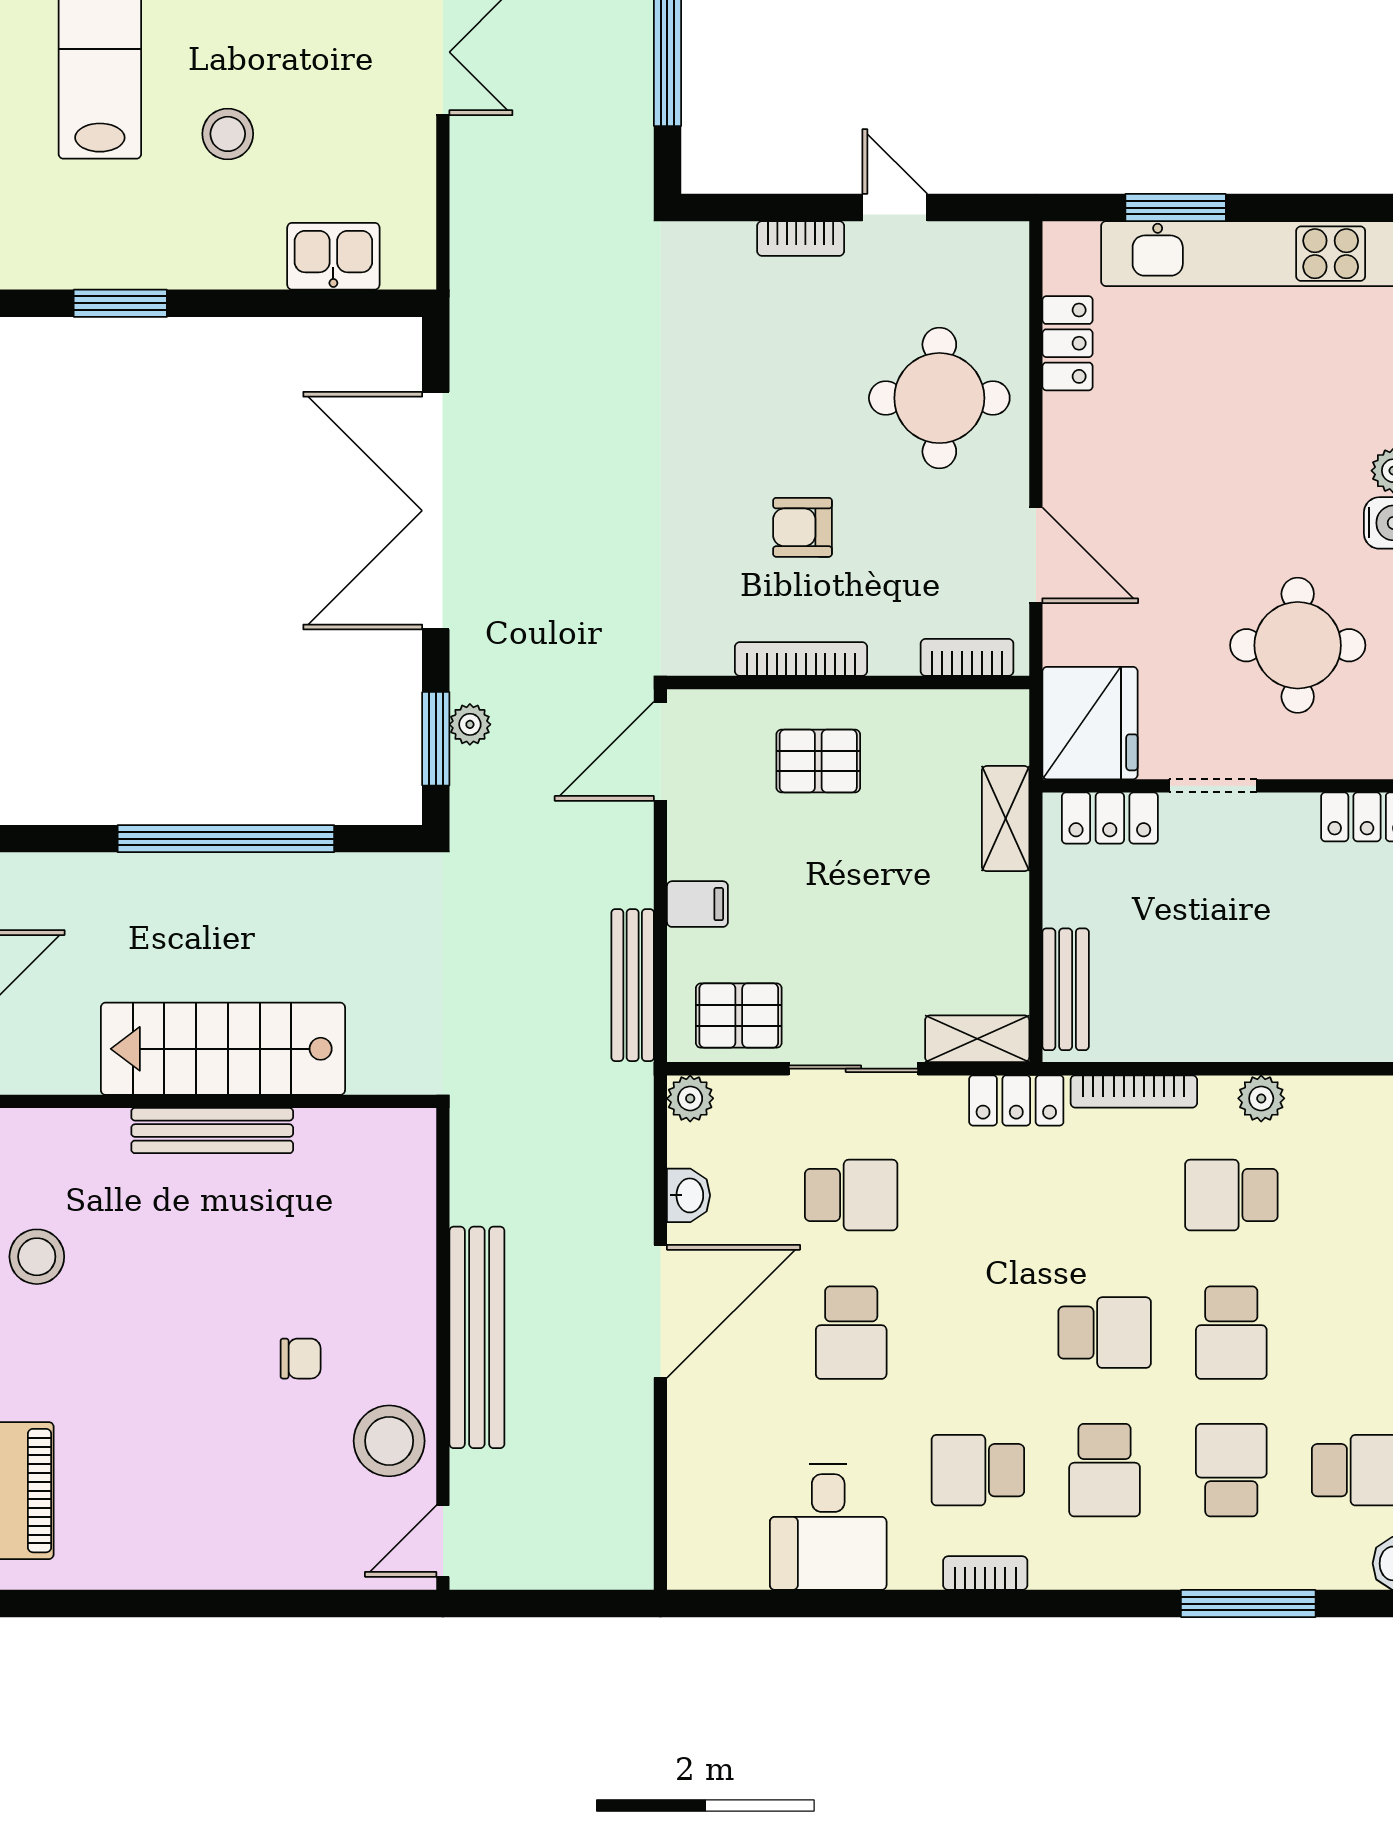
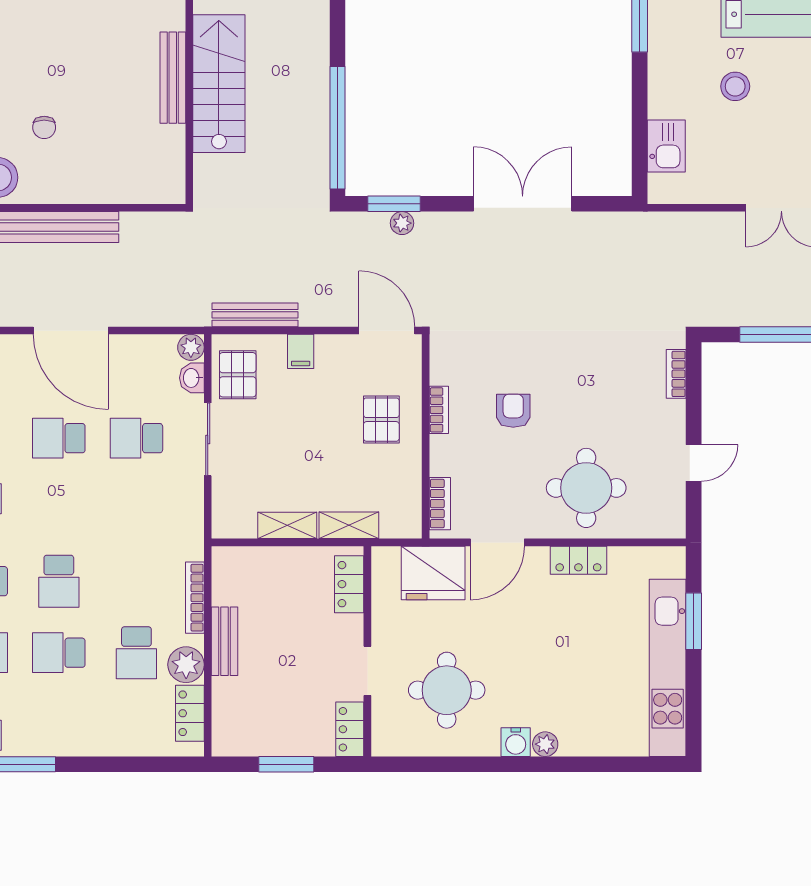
bookcase: (801, 239) -> (676, 374), moved
locker: (1068, 343) -> (578, 560), moved
double door: (436, 511) -> (523, 204), width x0.73
bookcase: (801, 659) -> (439, 410), width x0.64
fridge: (1090, 723) -> (433, 573), moved
doorway: (1213, 786) -> (367, 671), moved
window: (226, 839) -> (338, 128), moved
bench: (1066, 989) -> (225, 641), moved, turned 90
shelving: (977, 1039) -> (287, 525), moved, turned 90
plant: (1261, 1098) -> (186, 665), width x1.38, depth x1.38
locker: (1016, 1100) -> (190, 713), moved
washbasin: (689, 1195) -> (192, 378), moved, turned 90
school desk: (851, 1195) -> (136, 438), turned 90
school desk: (1231, 1195) -> (136, 653), turned 180

